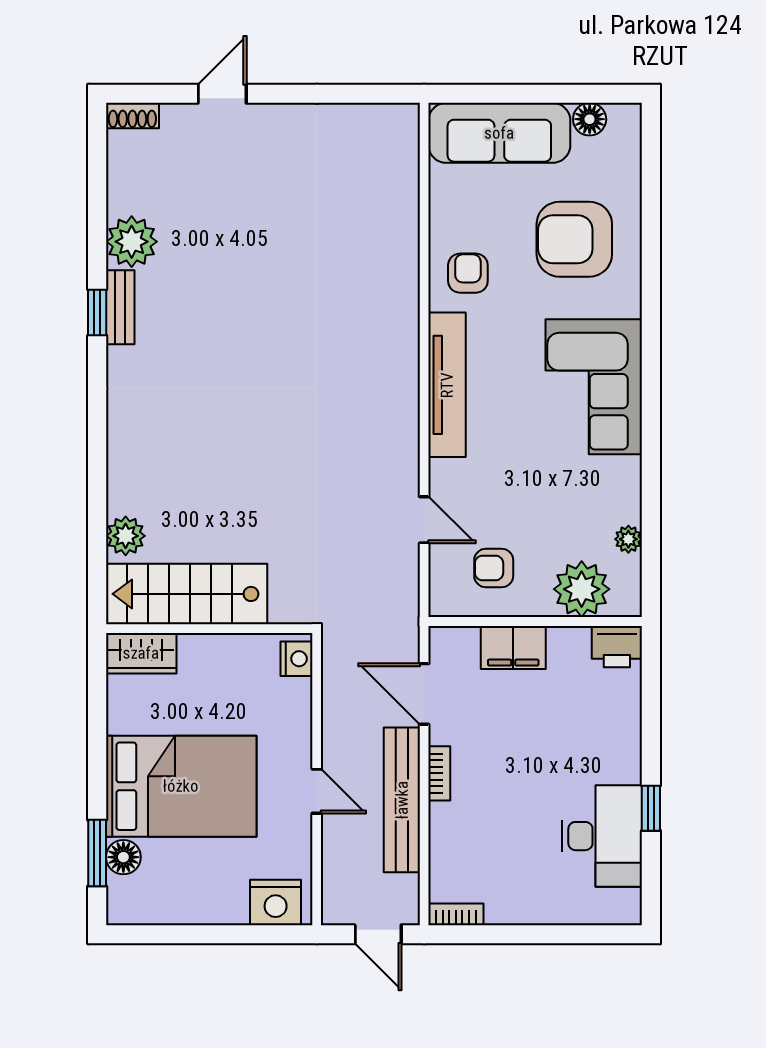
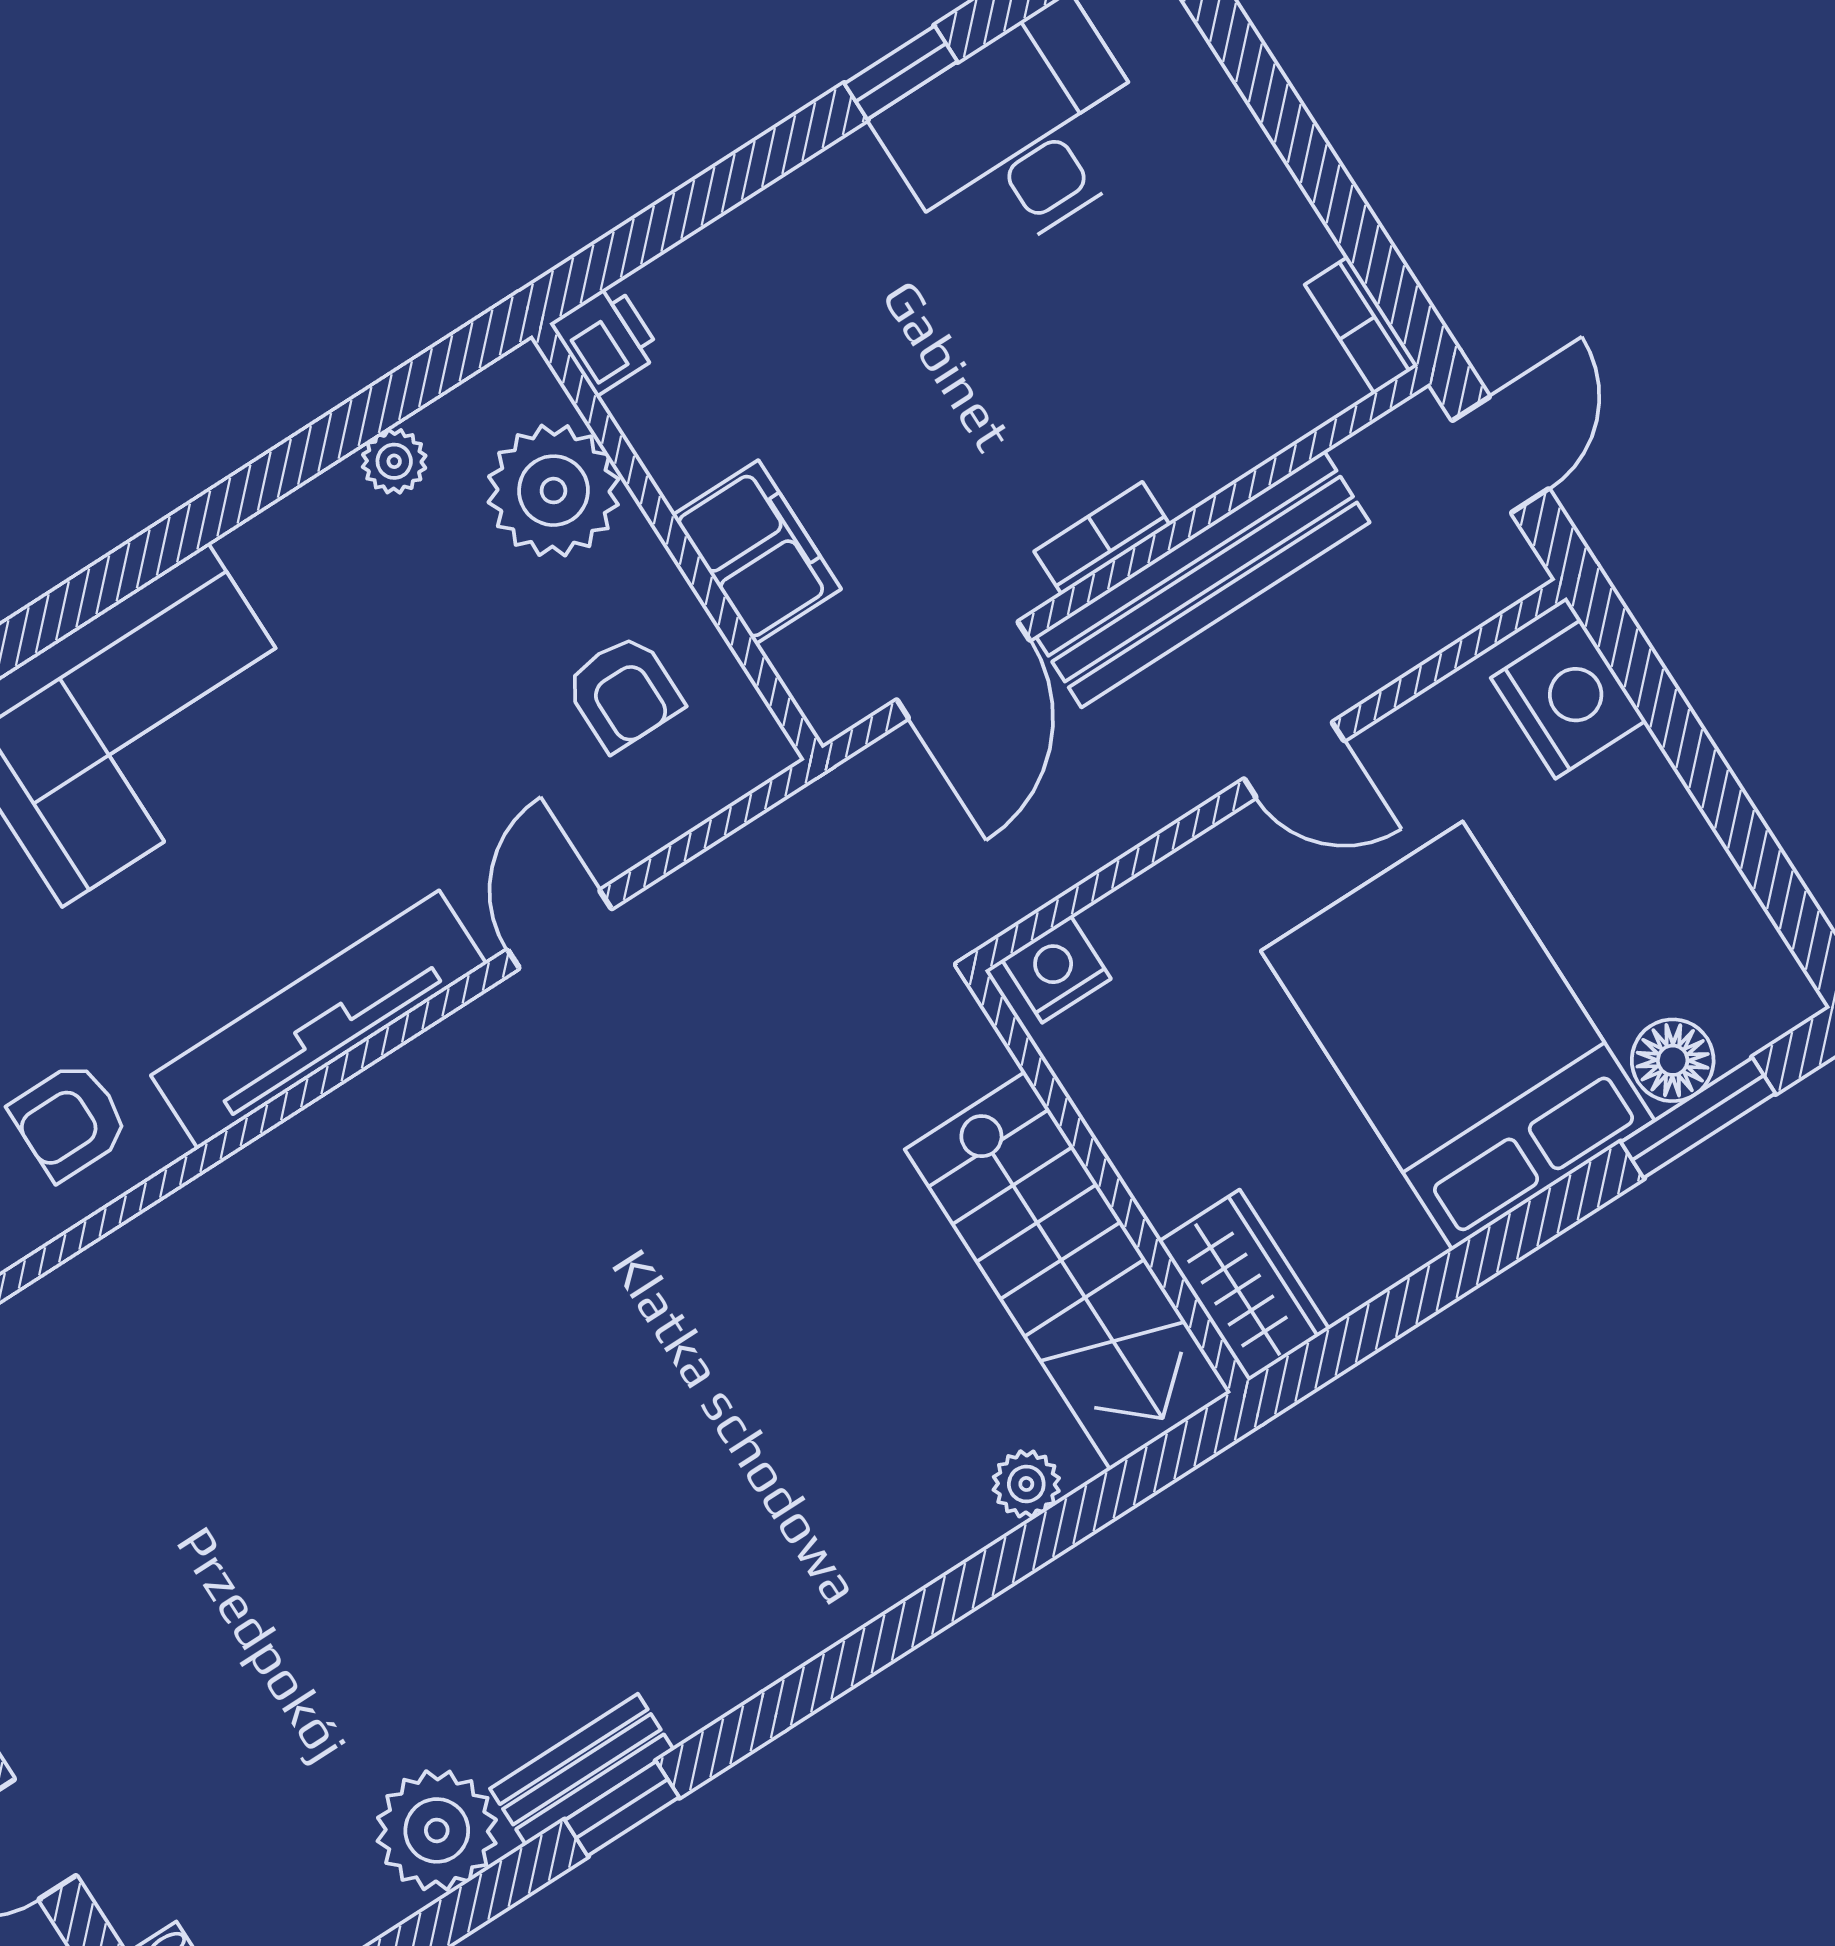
door: (424, 520) -> (559, 929), moved
plant: (126, 536) -> (1026, 1484), width x0.73, depth x0.73
printer: (617, 647) -> (606, 339), width x0.73, depth x0.81
door: (317, 791) -> (1294, 760), swing flipped

